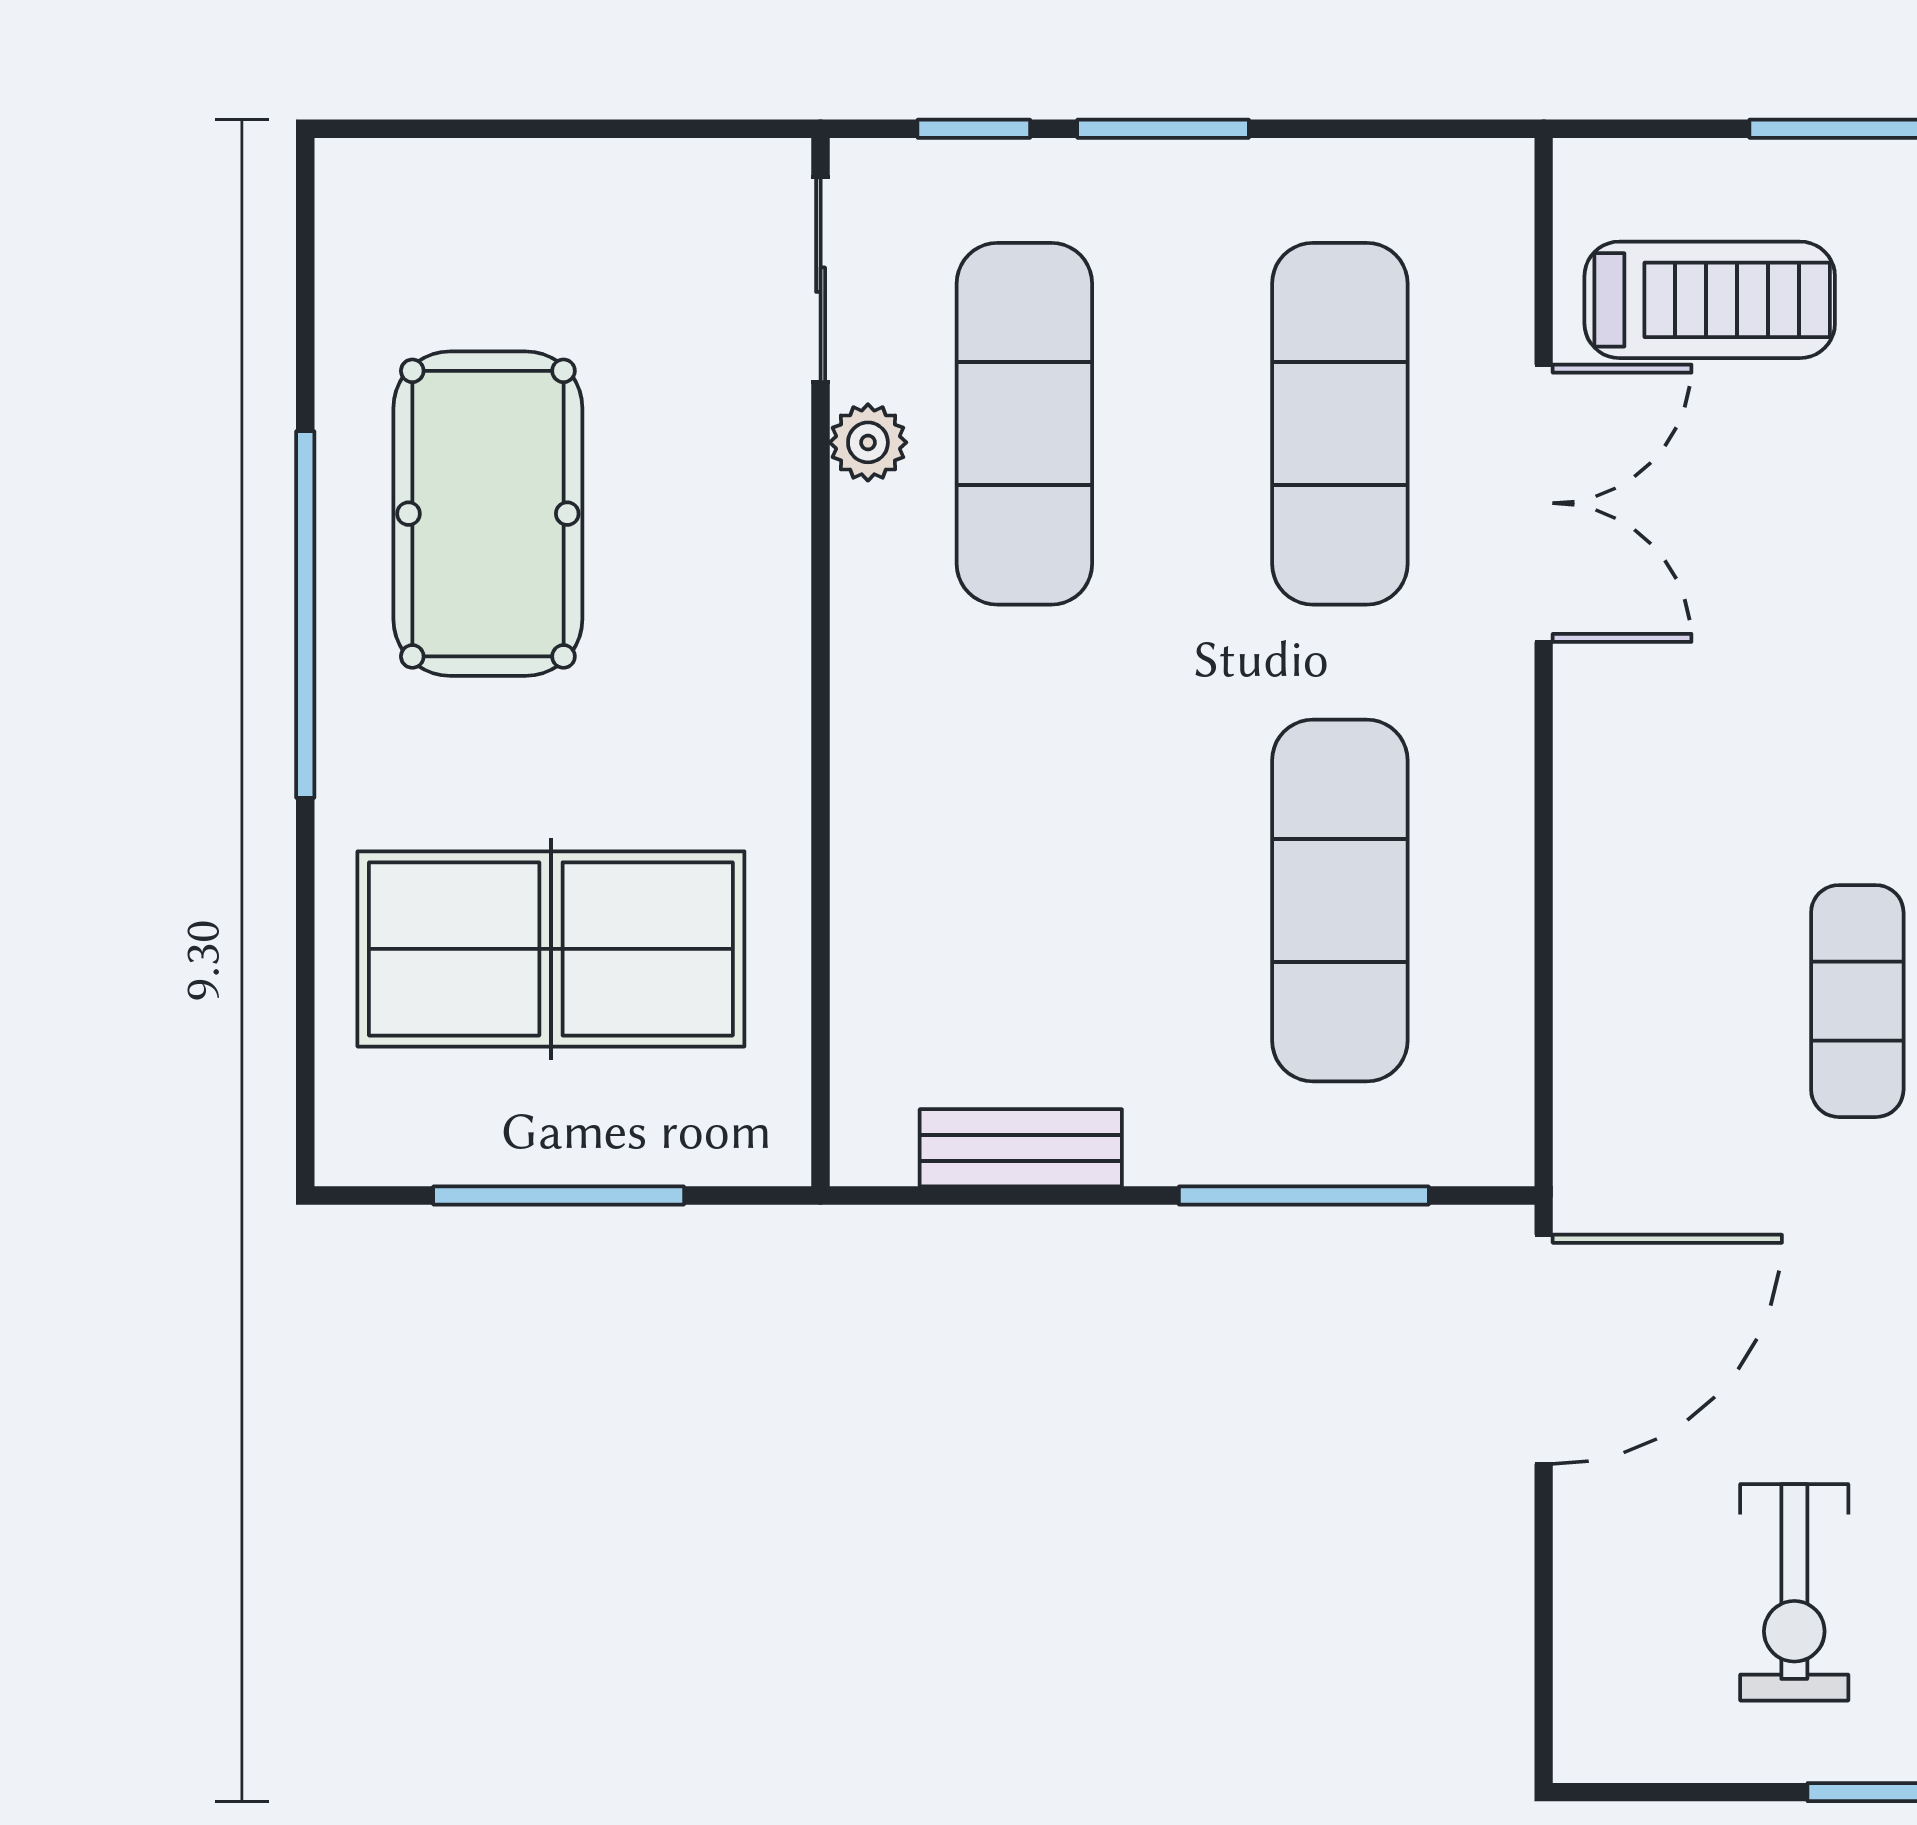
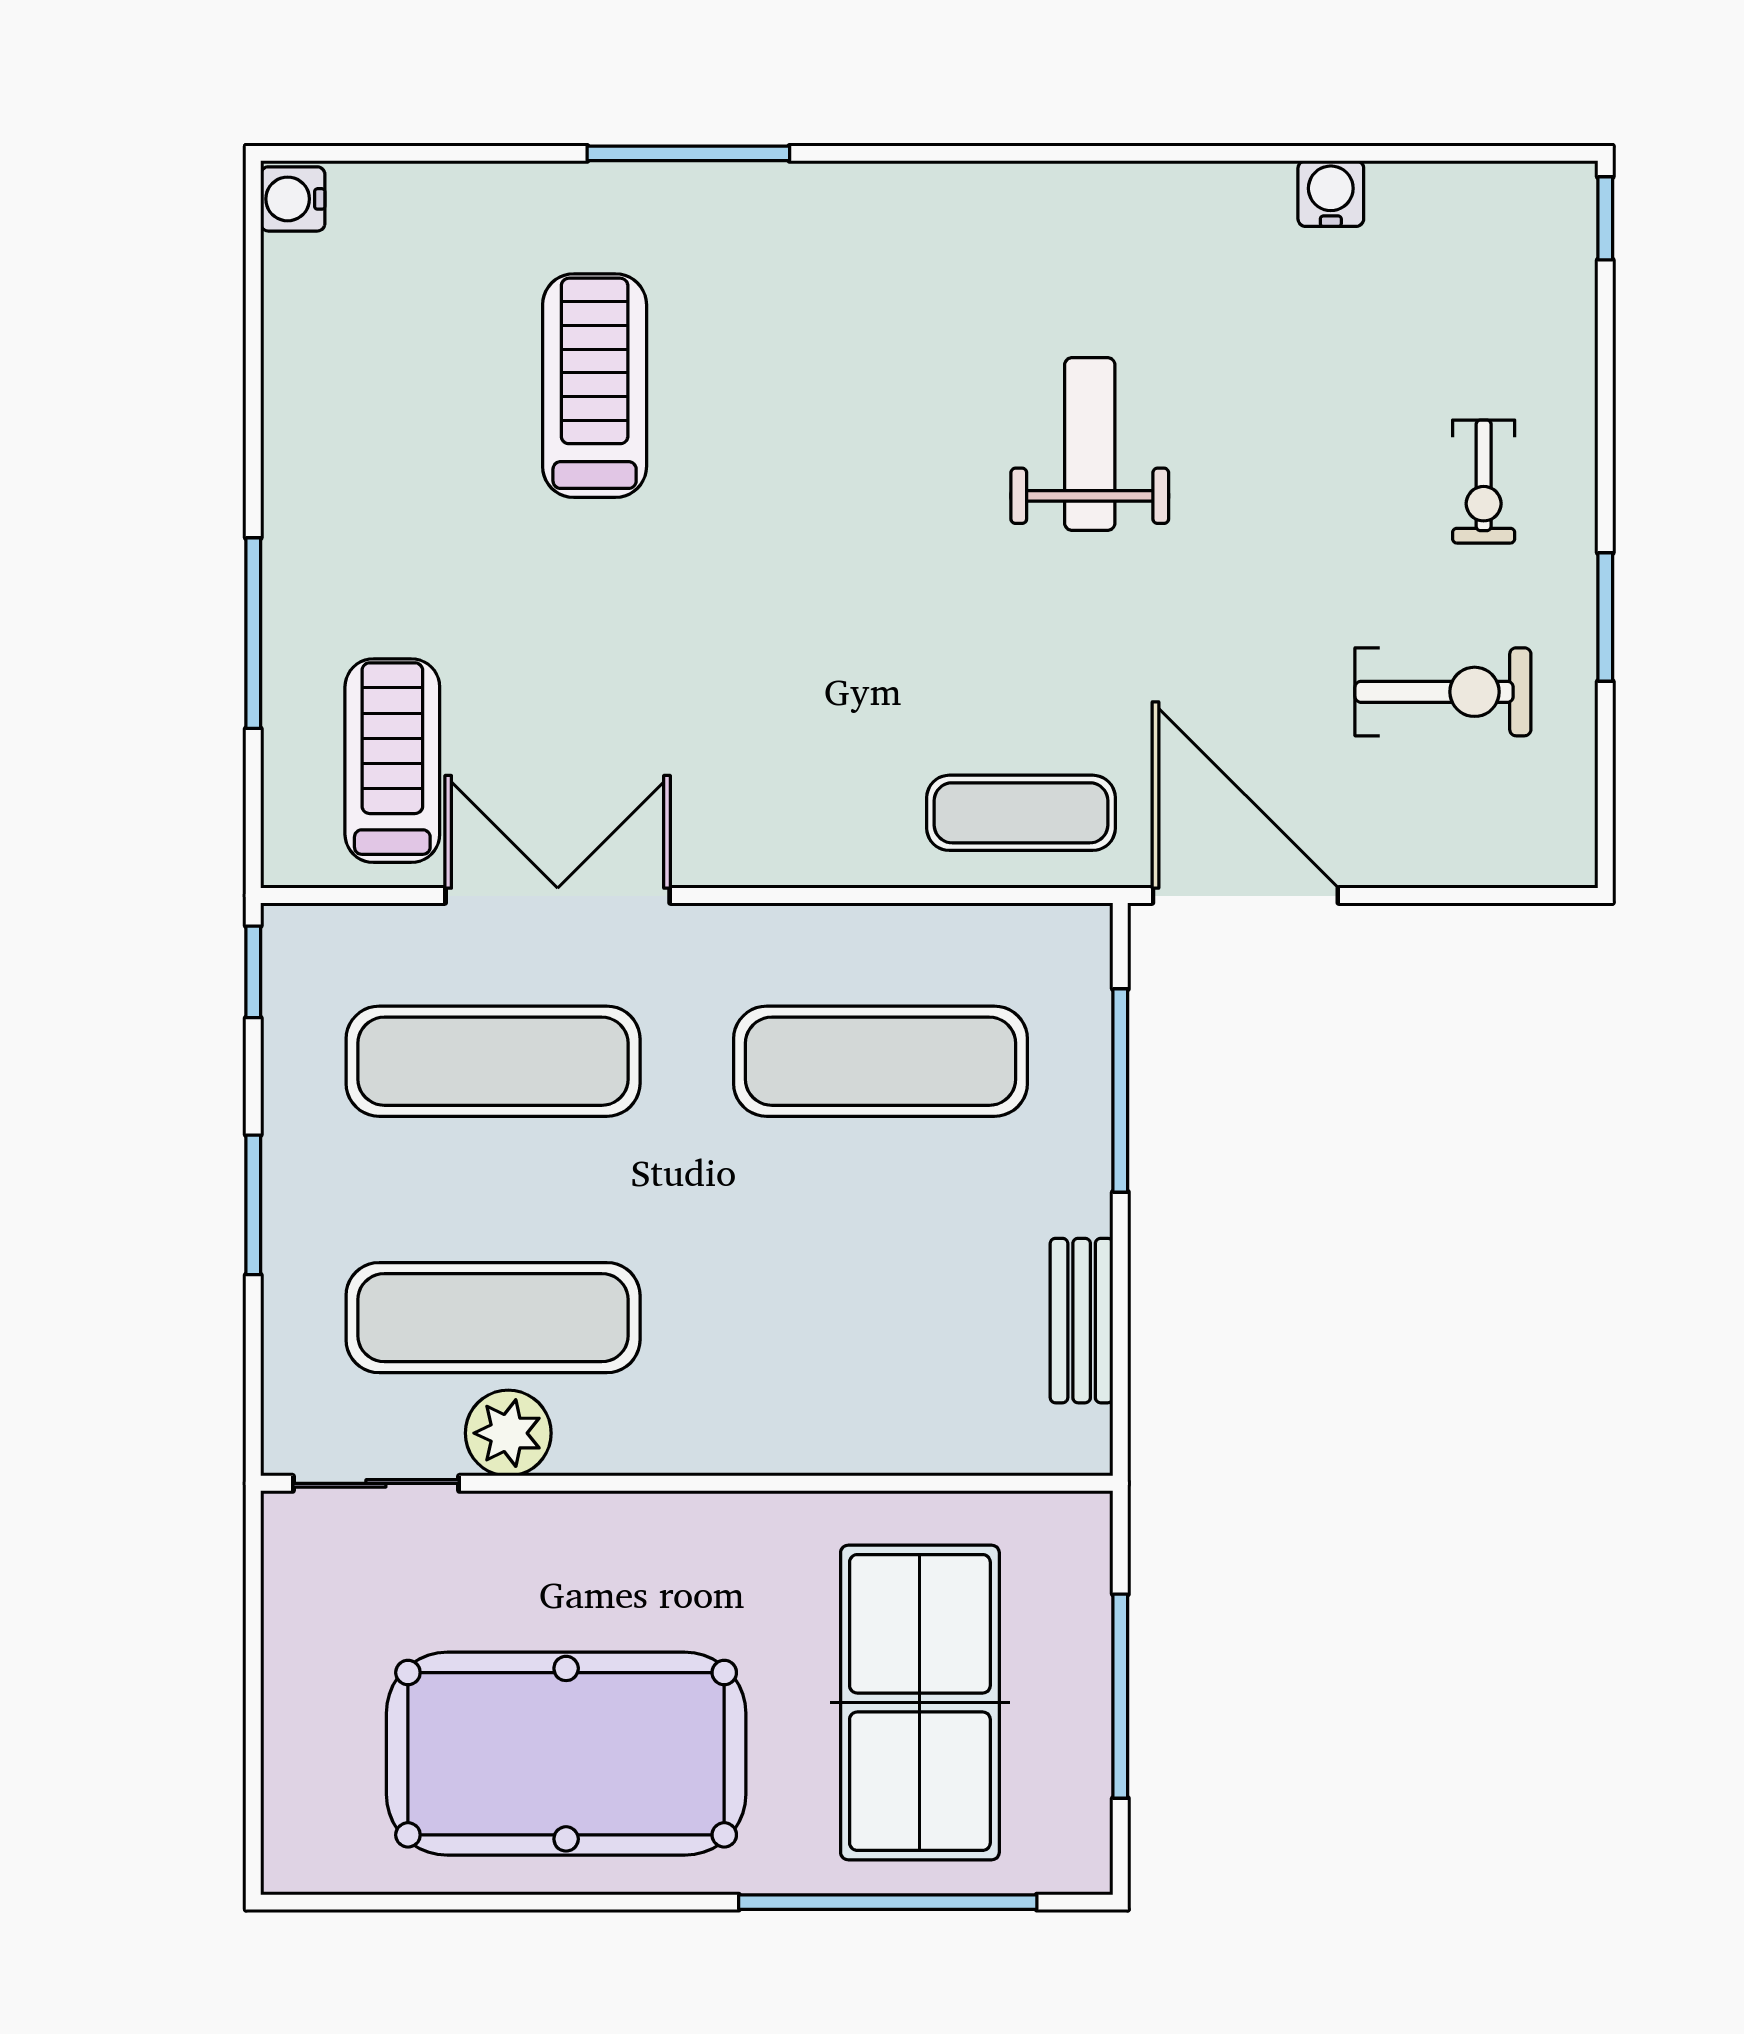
window: (974, 129) -> (253, 972), moved
plant: (868, 442) -> (508, 1433), width x1.38, depth x1.38
pool table: (488, 514) -> (566, 1754), width x1.36, depth x1.32
window: (305, 615) -> (888, 1902), moved
exercise mat: (1857, 1001) -> (1021, 813), moved

